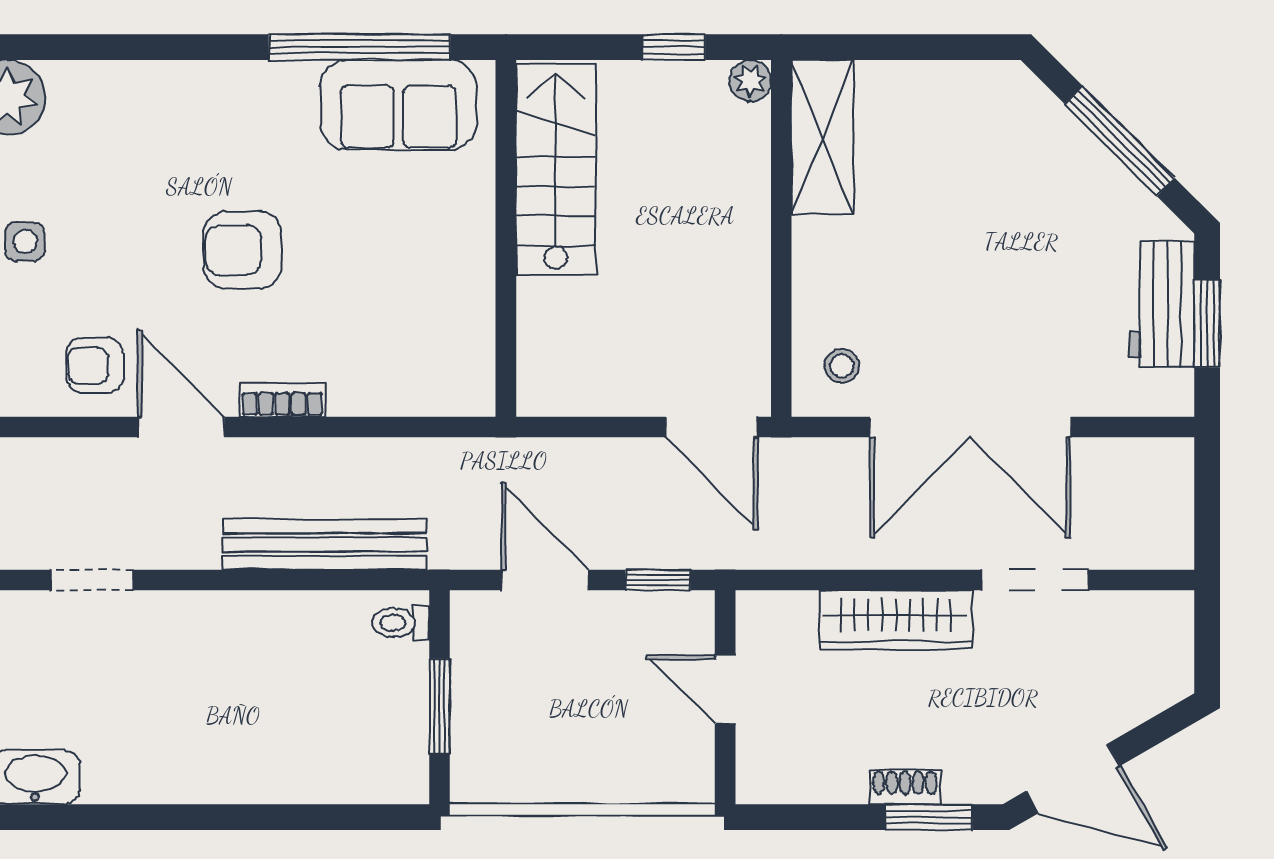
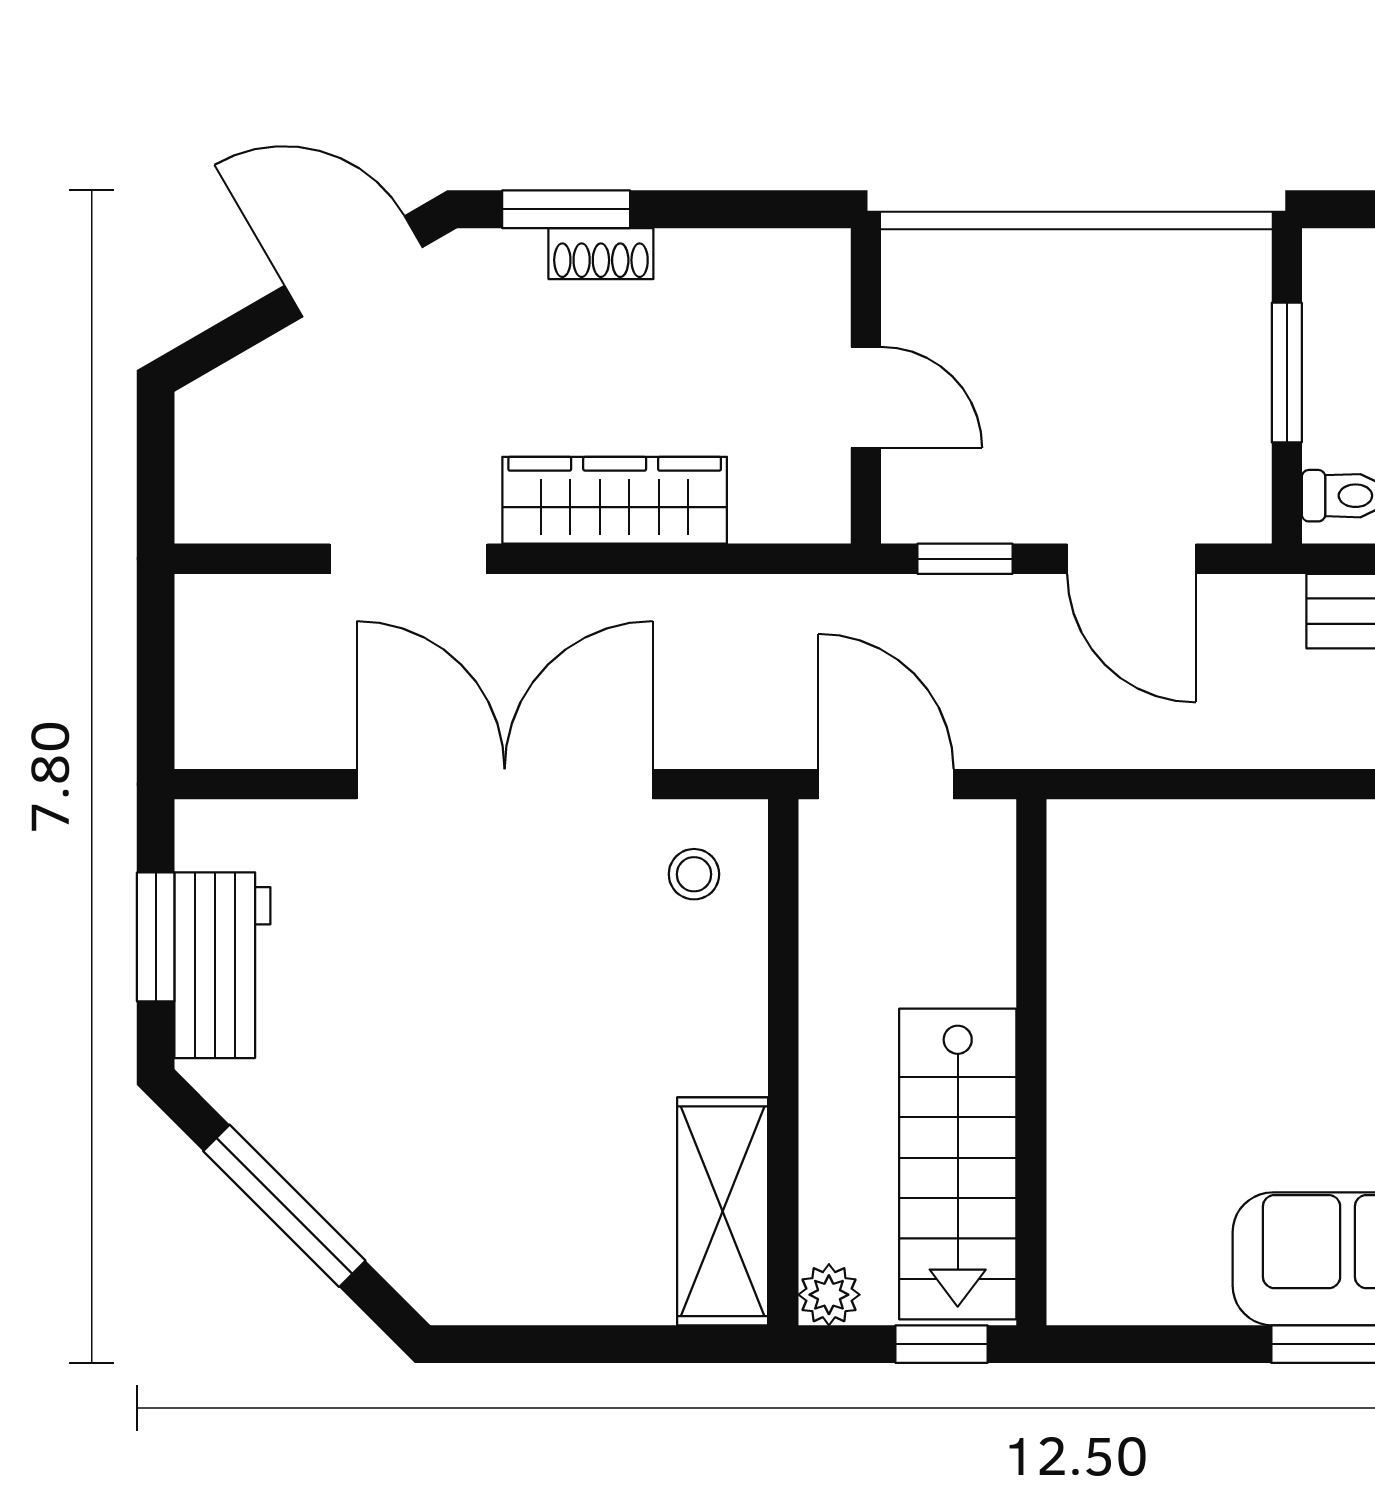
stairs: (556, 169) -> (958, 1164), moved
wall: (506, 238) -> (1031, 1062), moved

